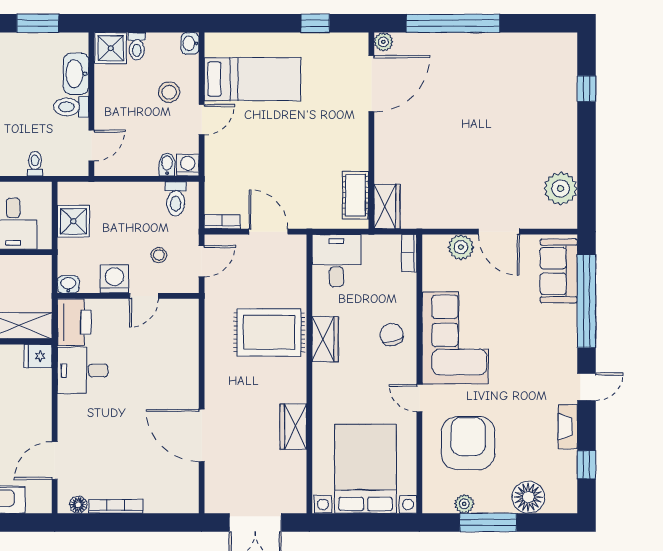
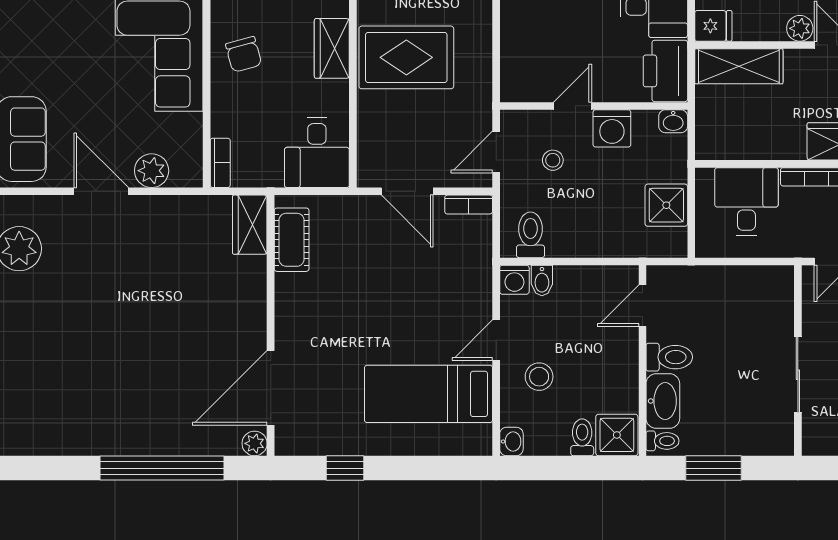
toilet: (35, 164) -> (662, 441), moved, turned -90

